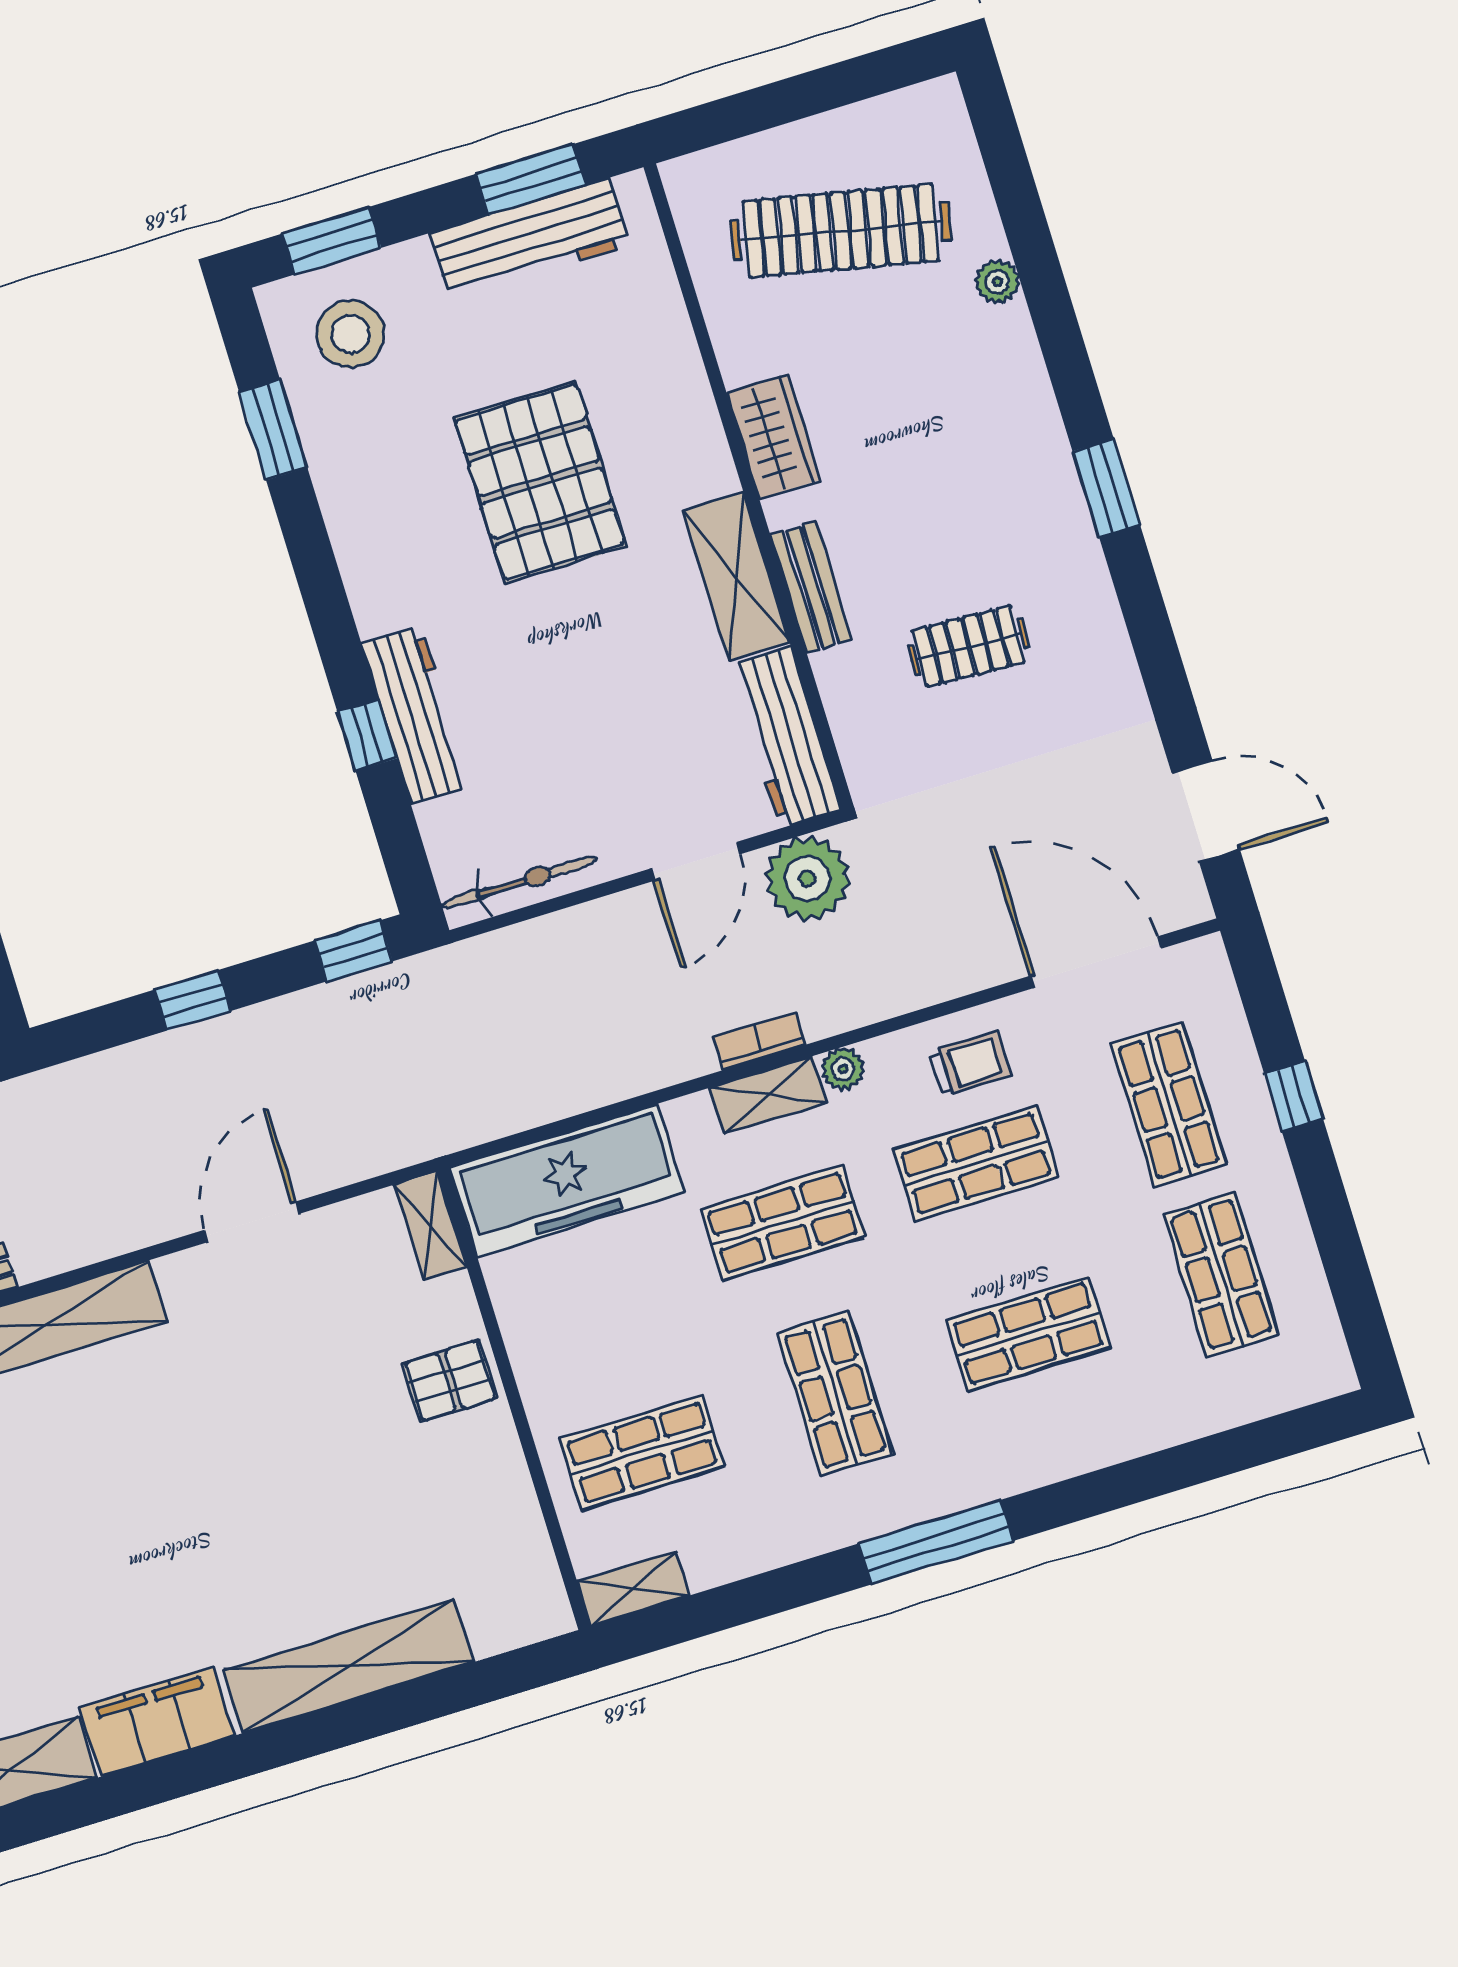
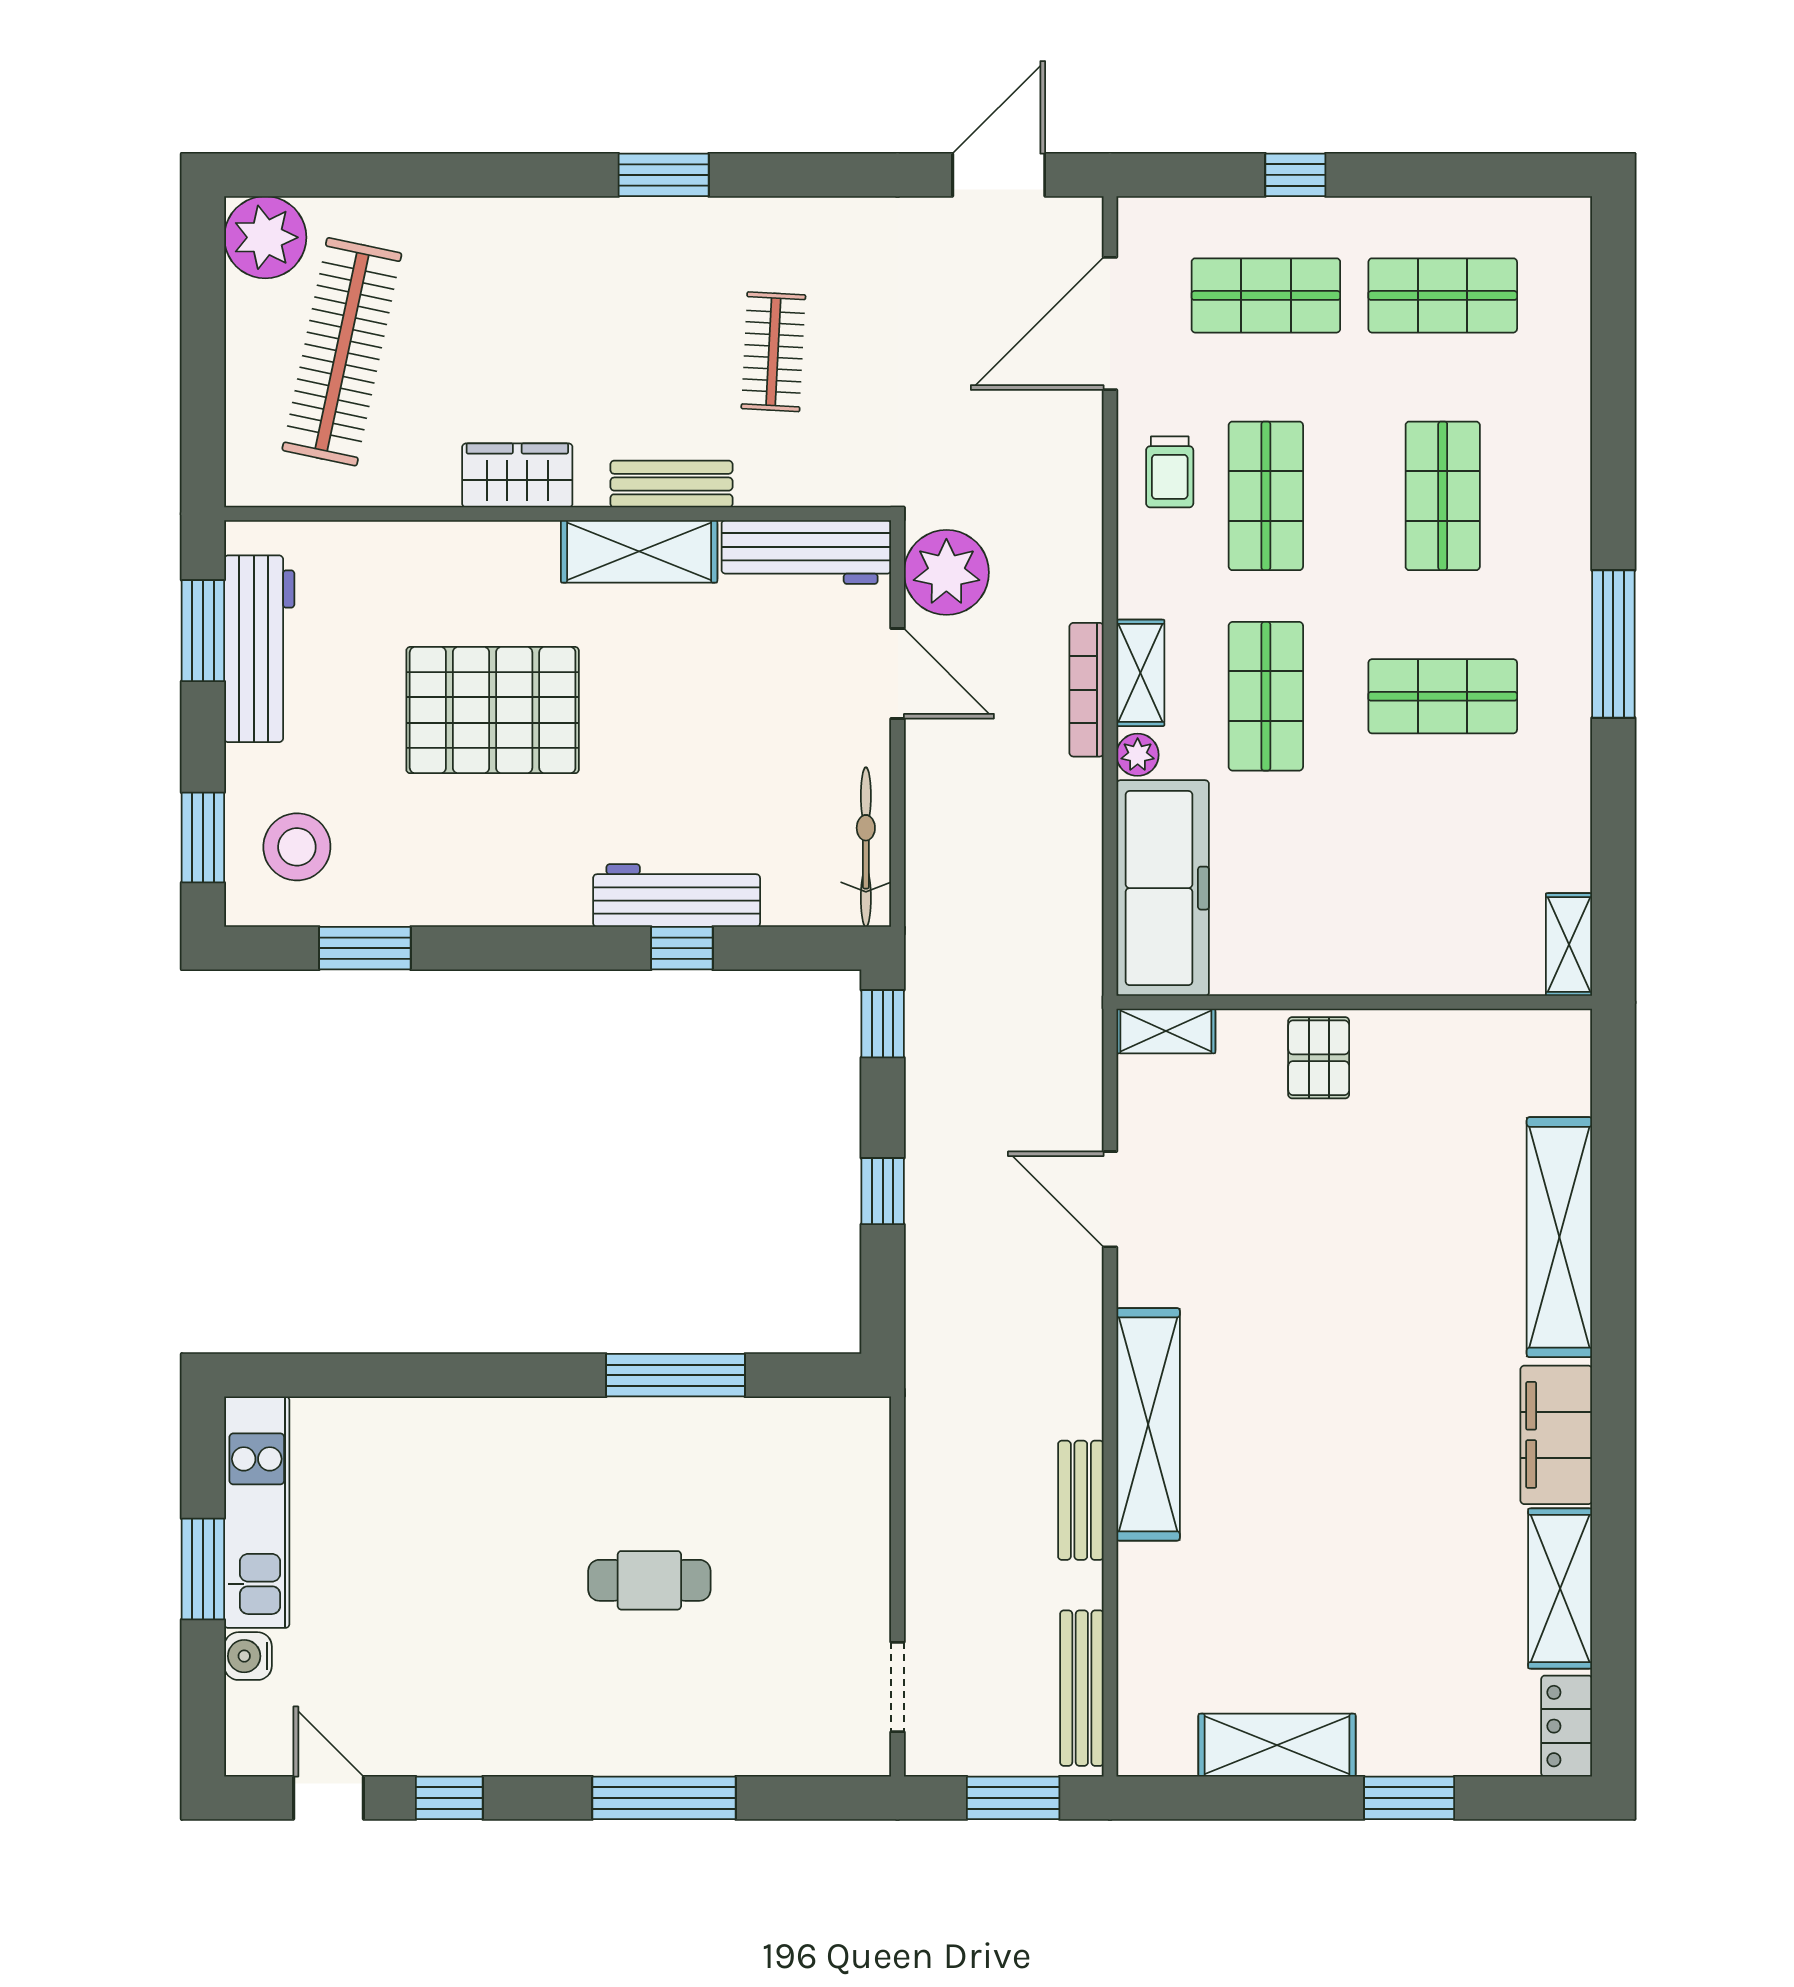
plant: (997, 282) -> (265, 237), moved, width x1.88, depth x1.88
bookcase: (759, 1041) -> (1087, 690), width x1.56
trolley: (970, 1064) -> (1170, 472), turned 180
plant: (843, 1069) -> (1138, 755), moved
shop shelf: (642, 1453) -> (1443, 897), removed

